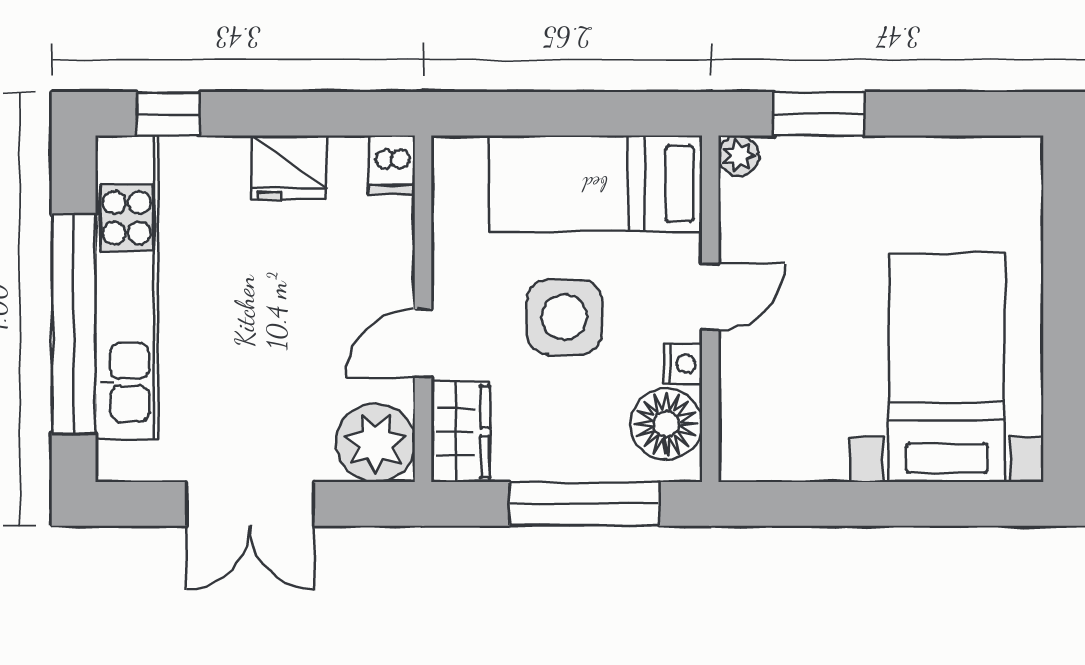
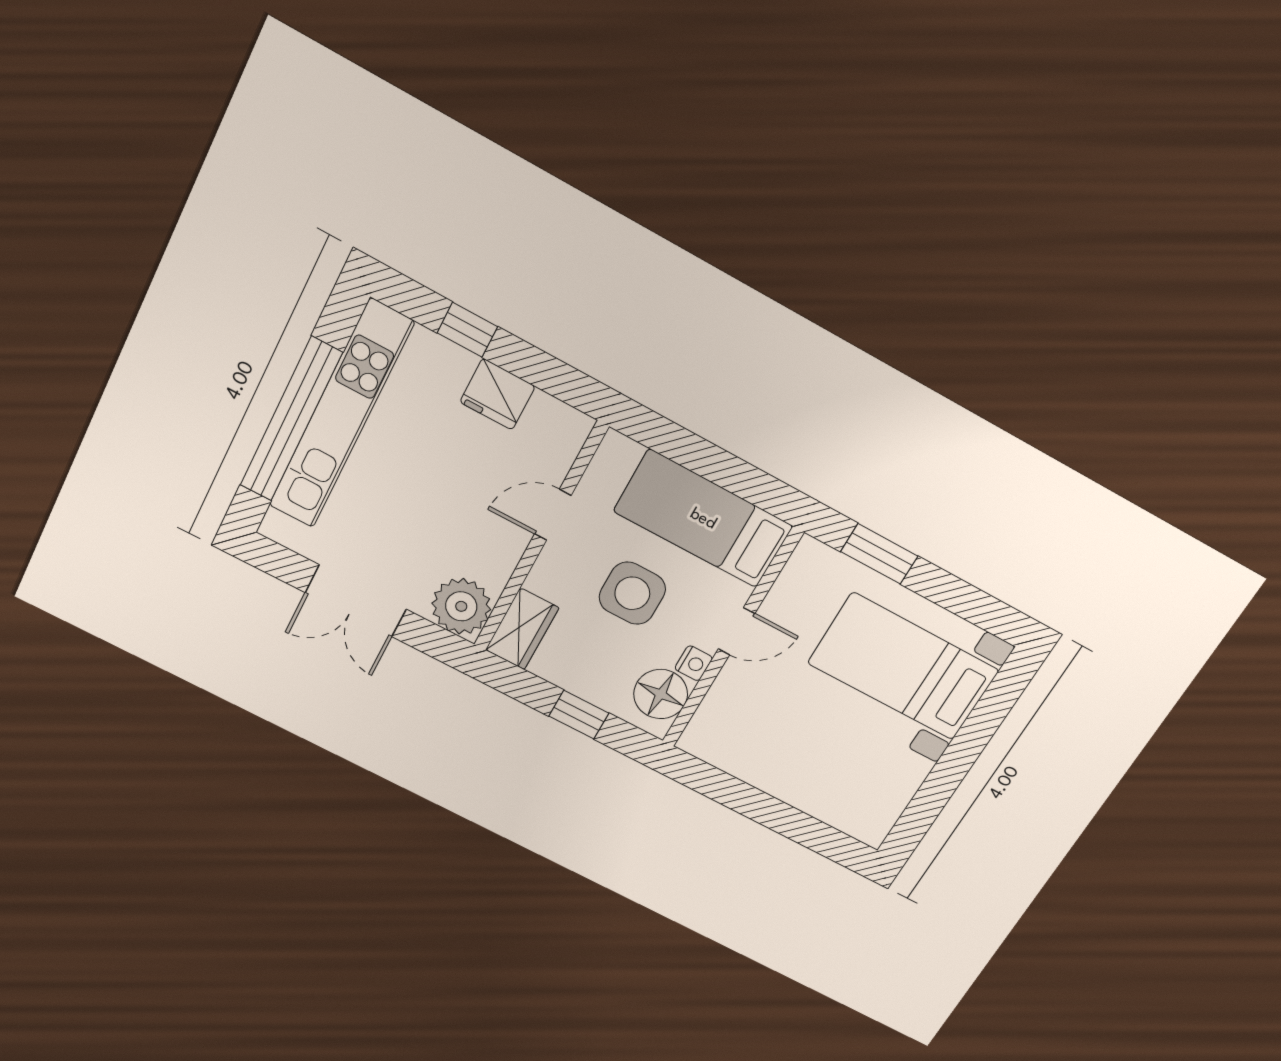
window: (168, 114) -> (467, 330), moved
plant: (739, 156) -> (810, 552), removed
dishwasher: (392, 165) -> (571, 431), removed
door: (423, 343) -> (553, 515), moved
bed with nightstands: (947, 368) -> (903, 667), moved, turned -90
window: (584, 504) -> (579, 715), width x0.46

